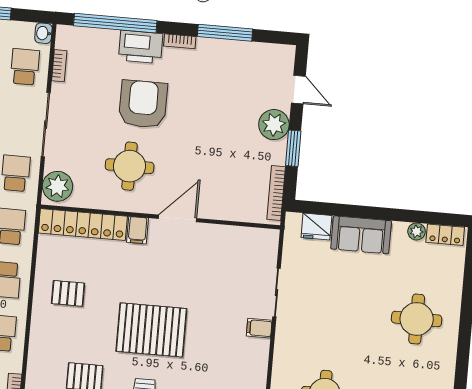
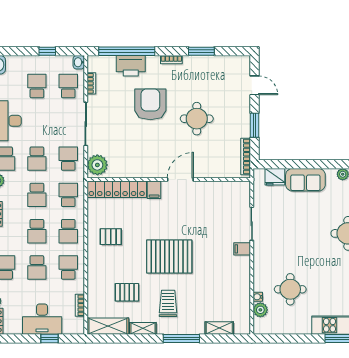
window: (225, 33) -> (201, 51), width x0.69
printer: (141, 47) -> (131, 66), moved
plant: (274, 125) -> (240, 110), removed
round table: (130, 166) -> (197, 119), moved

